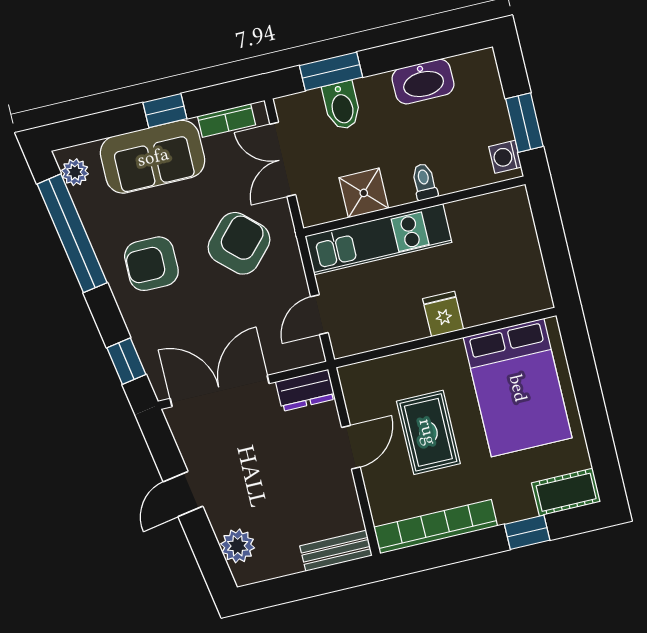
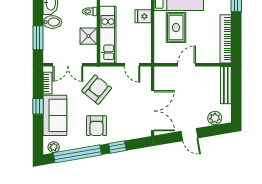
bidet: (342, 106) -> (52, 22), moved
armchair: (239, 243) -> (97, 90), turned 86
window: (126, 361) -> (117, 147), moved
dresser: (305, 390) -> (160, 77), removed
double door: (220, 391) -> (153, 111), swing flipped
rug: (428, 432) -> (176, 28), moved, turned 90
door: (351, 447) -> (187, 65), hinge flipped
bench: (336, 551) -> (226, 85), width x1.36

